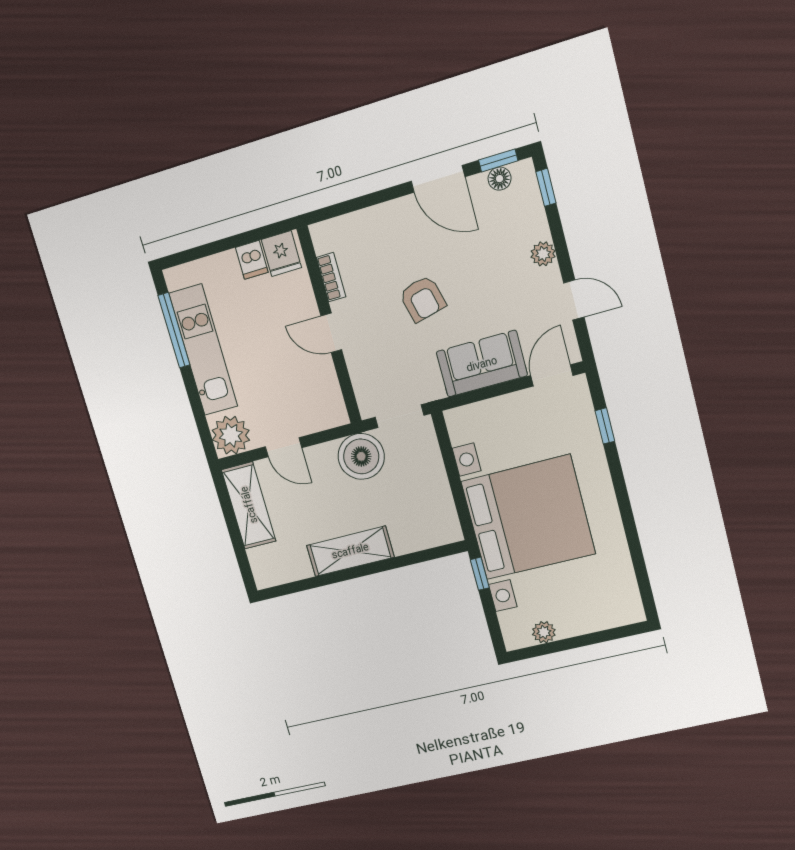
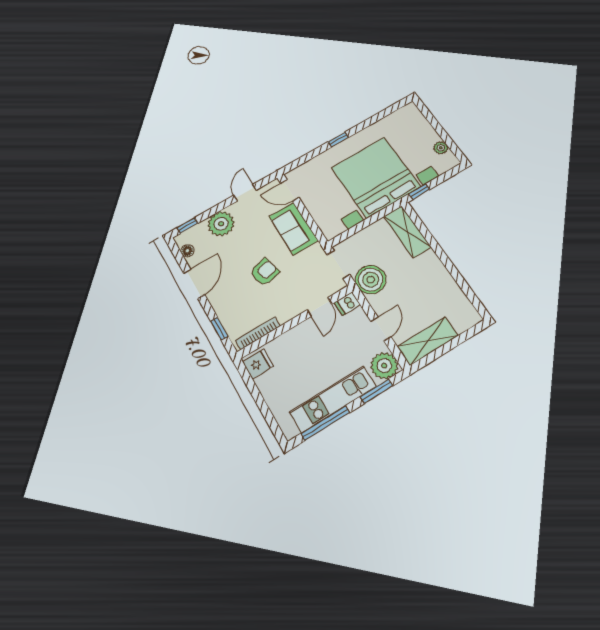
window: (498, 160) -> (219, 329), moved
plant: (543, 254) -> (221, 224), width x1.88, depth x1.88
dishwasher: (252, 260) -> (347, 304), moved, turned 180
bookcase: (331, 277) -> (258, 333), width x1.56
door: (331, 333) -> (319, 307), moved
window: (199, 413) -> (376, 391), added
window: (605, 426) -> (338, 139), moved
shelving: (350, 551) -> (407, 232), moved

